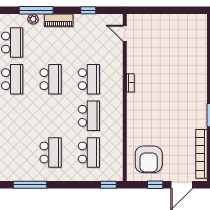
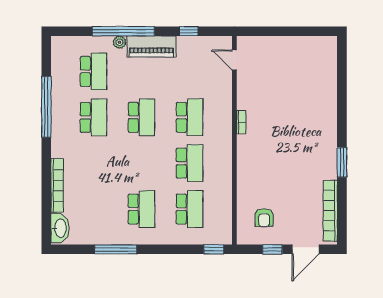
window: (36, 10) -> (123, 31), width x1.46
piano: (59, 20) -> (152, 46), width x1.37, depth x1.33
armchair: (149, 159) -> (264, 218), width x0.53, depth x0.53

